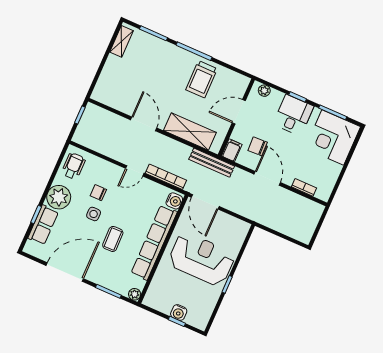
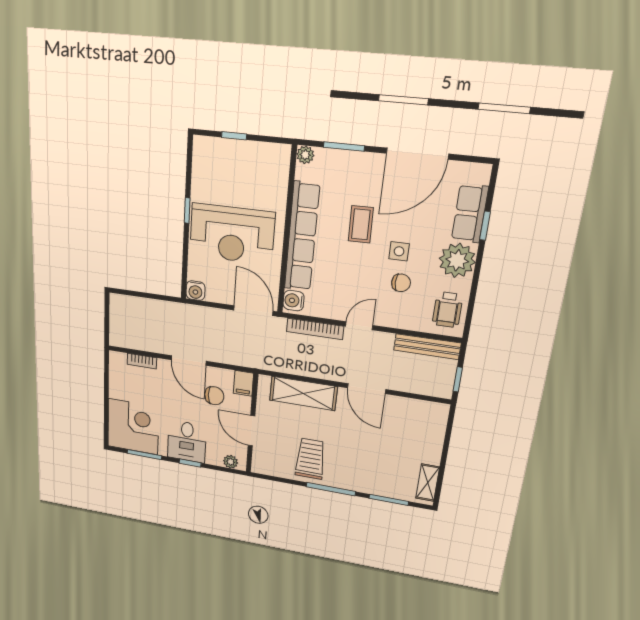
door: (239, 112) -> (251, 431), swing flipped
bench: (212, 163) -> (427, 347), moved
water cooler: (179, 313) -> (195, 291), moved, turned 180

